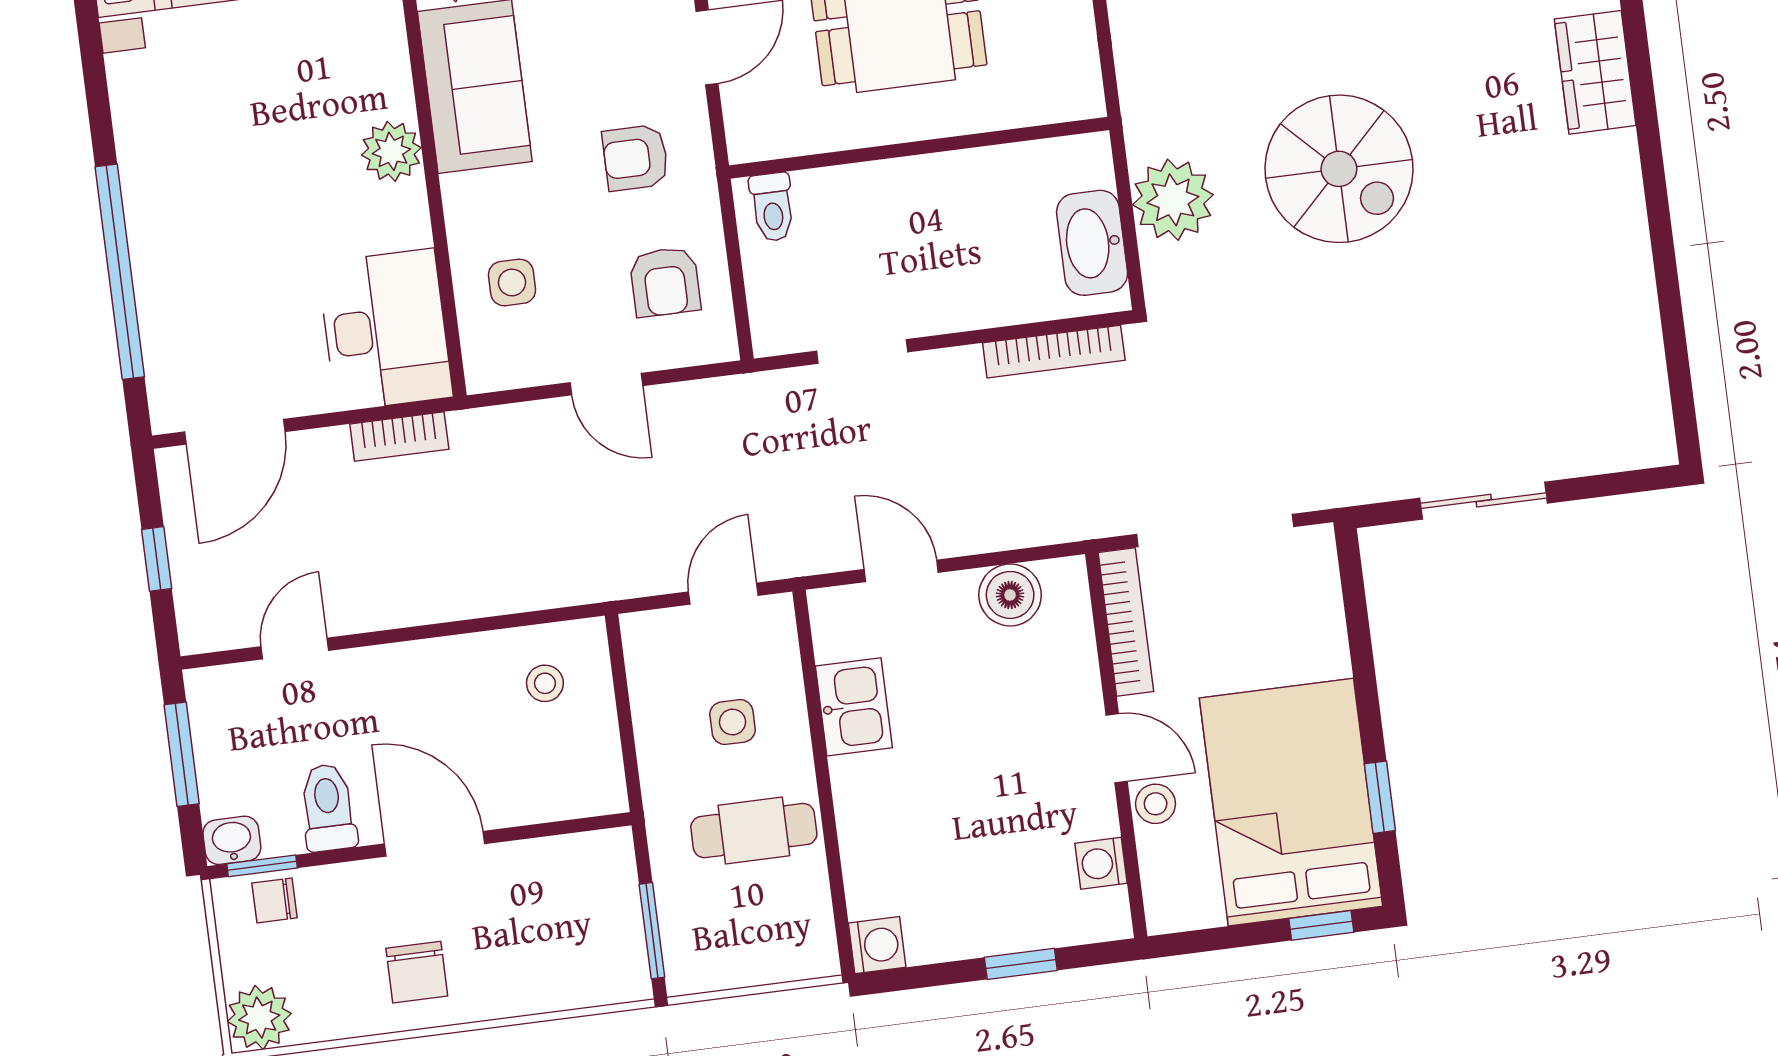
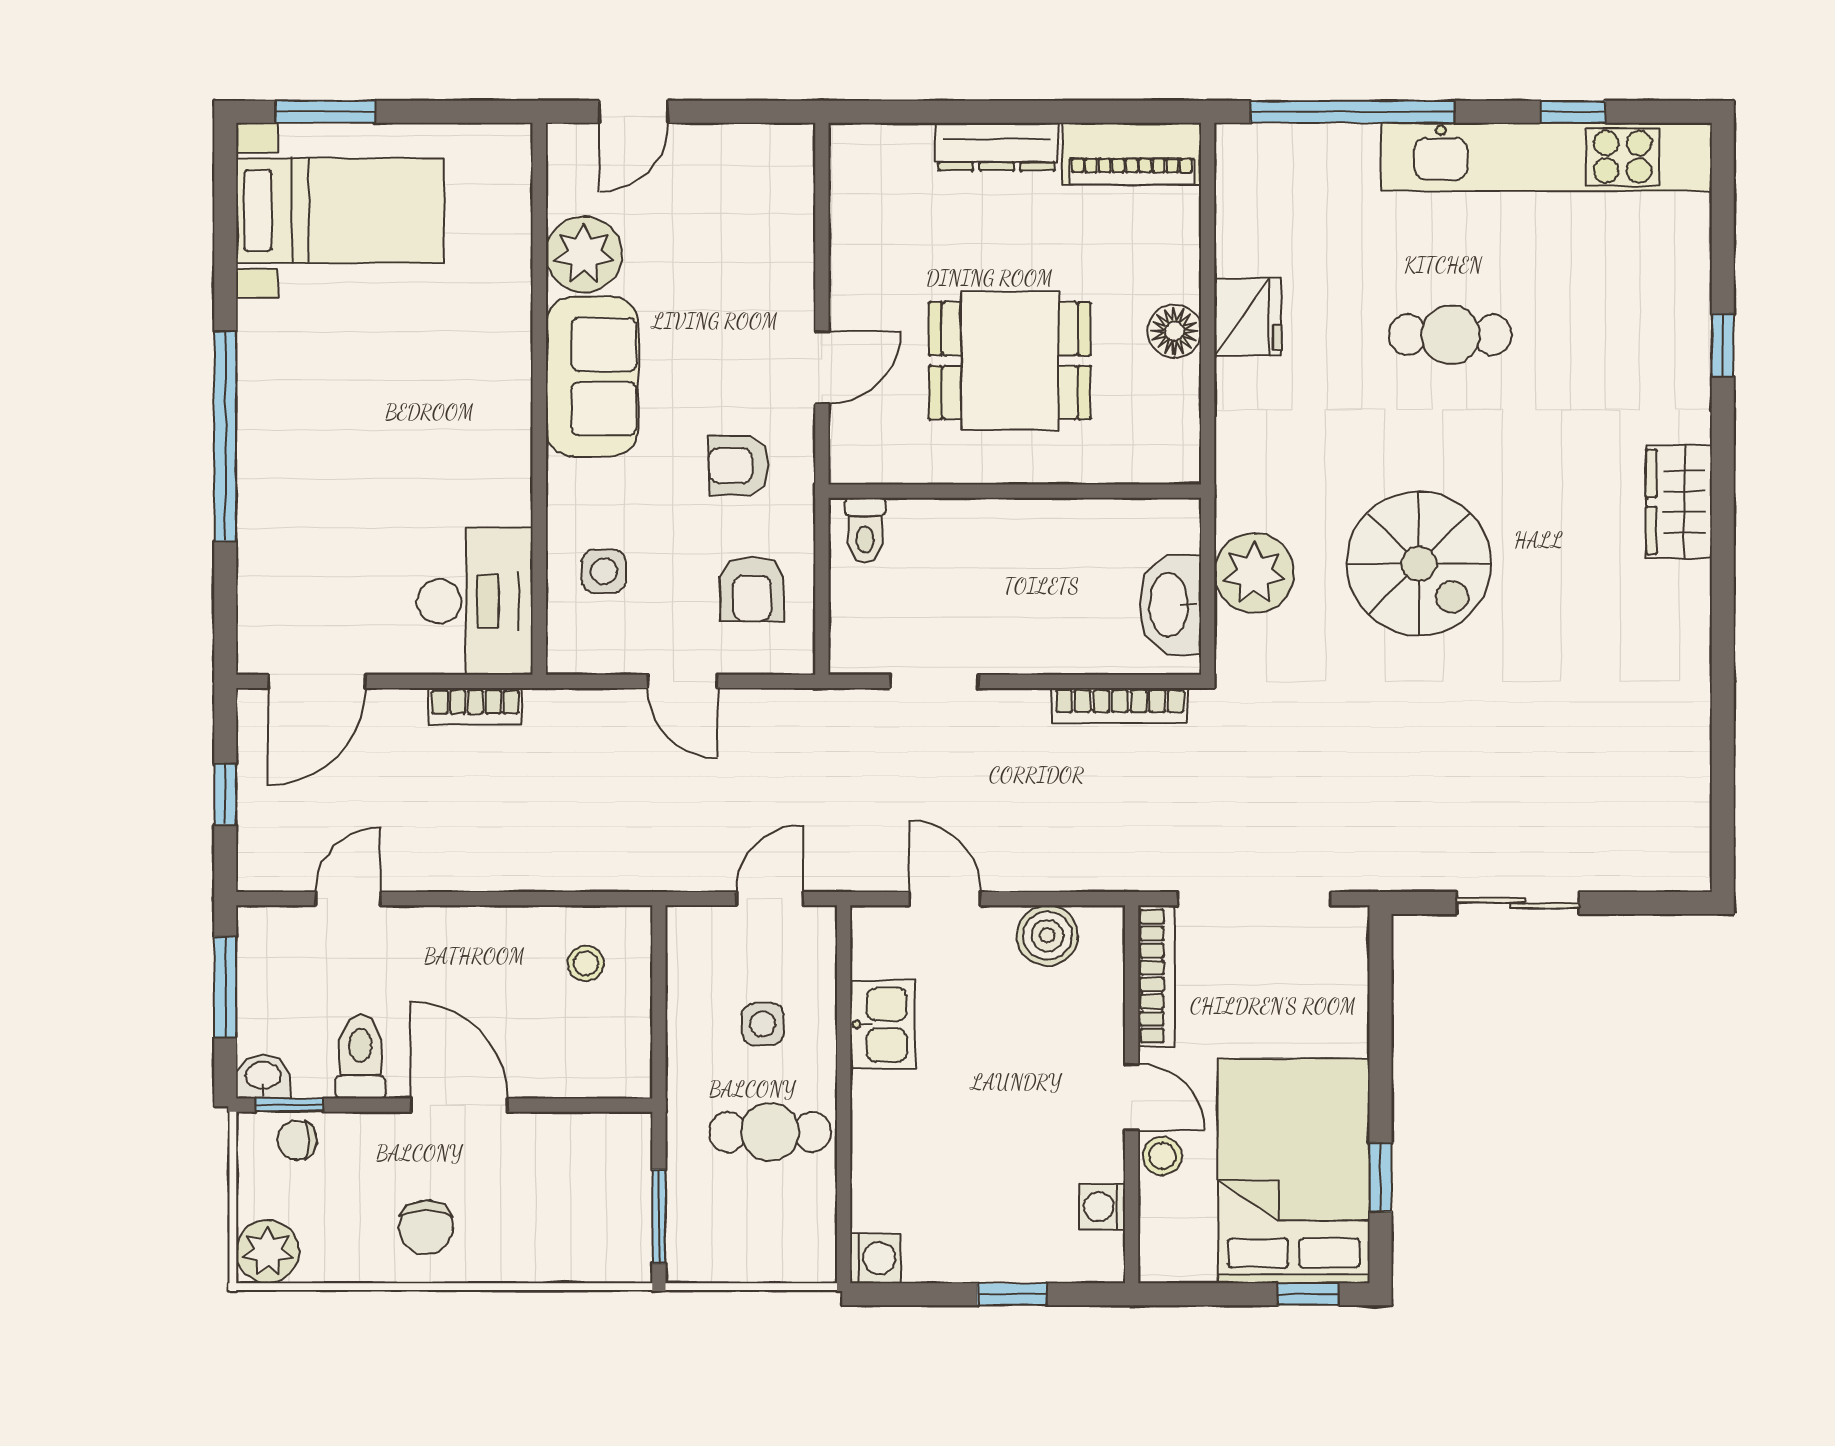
plant: (391, 151) -> (503, 429), removed
window: (120, 272) -> (225, 436), moved

